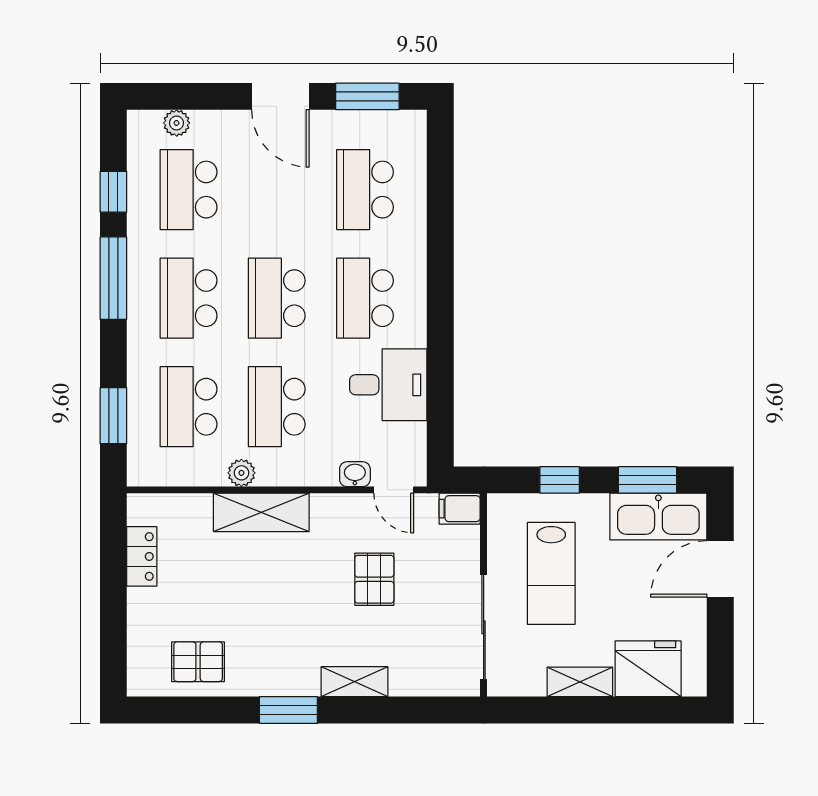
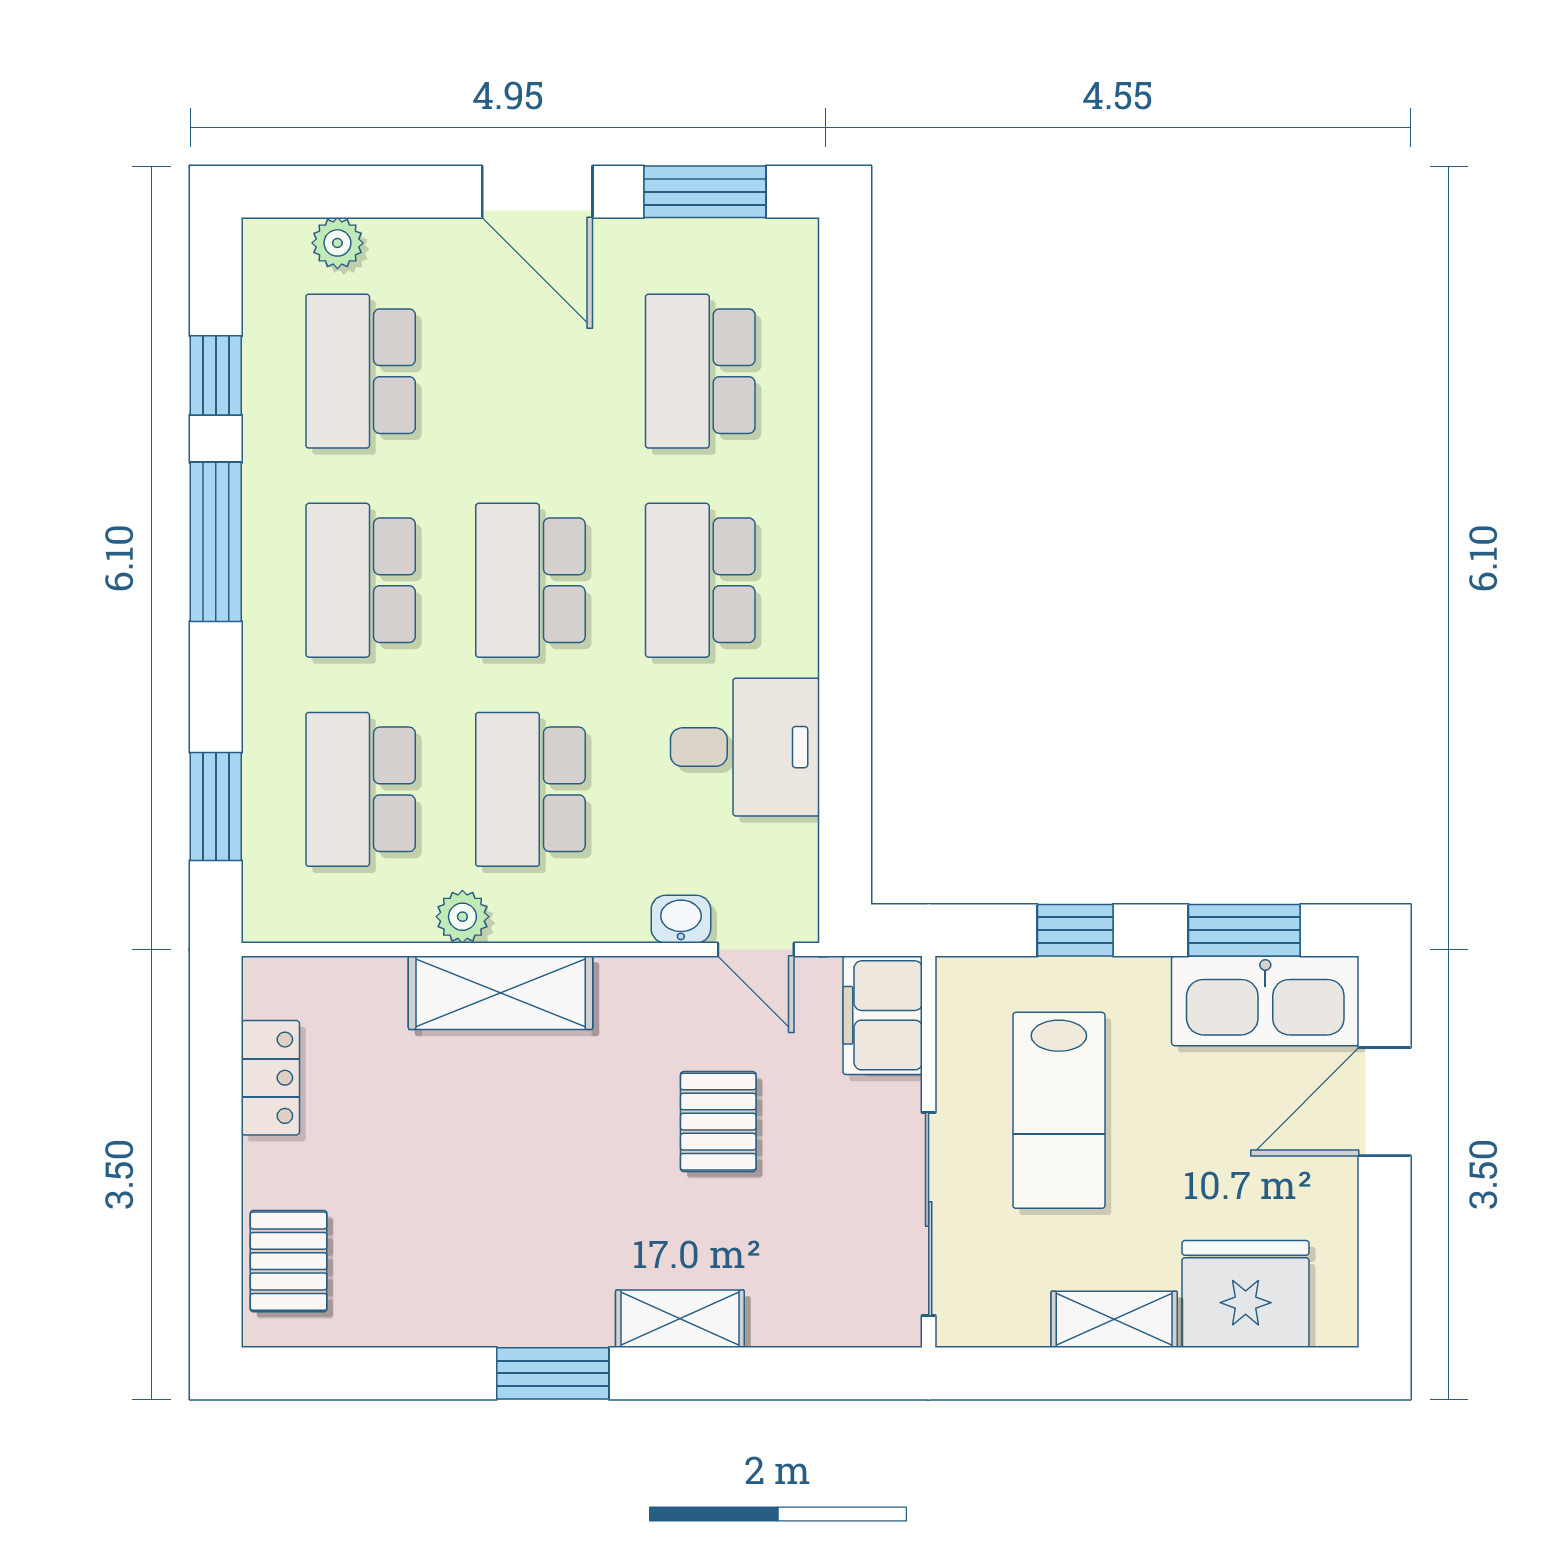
filing cabinet: (460, 509) -> (883, 1015), width x2.00
pallet: (198, 662) -> (289, 1261), moved, turned 90

